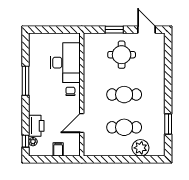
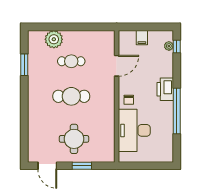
window: (25, 81) -> (177, 111), width x1.46
printer: (36, 126) -> (165, 89), moved
cafe table: (124, 127) -> (71, 61), width x0.73, depth x0.74

